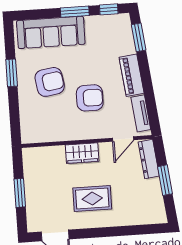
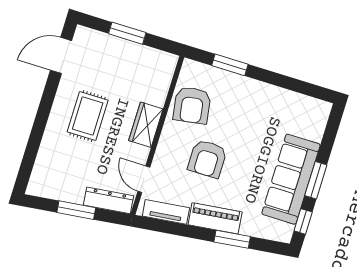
sofa: (51, 32) -> (291, 179), moved
window: (139, 37) -> (232, 239), moved
window: (12, 73) -> (230, 65), moved
armchair: (50, 82) -> (192, 105), moved

